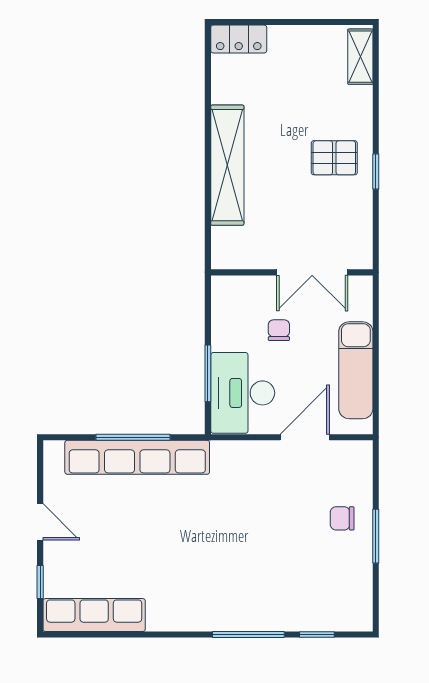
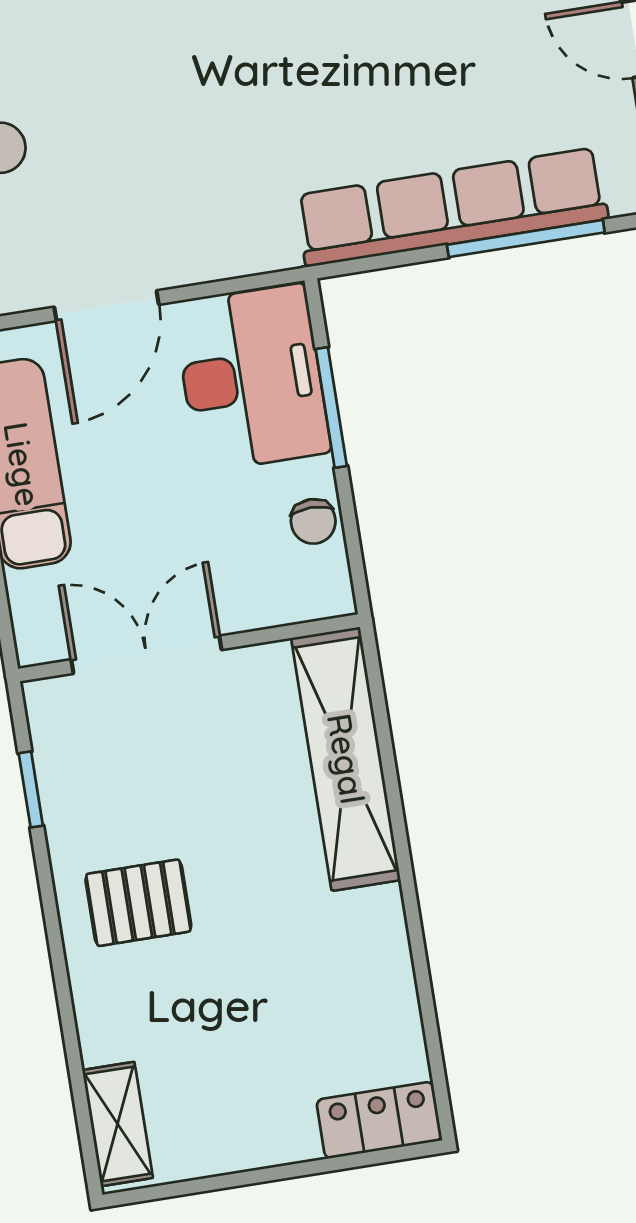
shelving: (227, 165) -> (346, 759), moved
window: (376, 171) -> (31, 789), moved
chair: (279, 330) -> (313, 521), moved
window: (133, 437) -> (526, 239), moved

